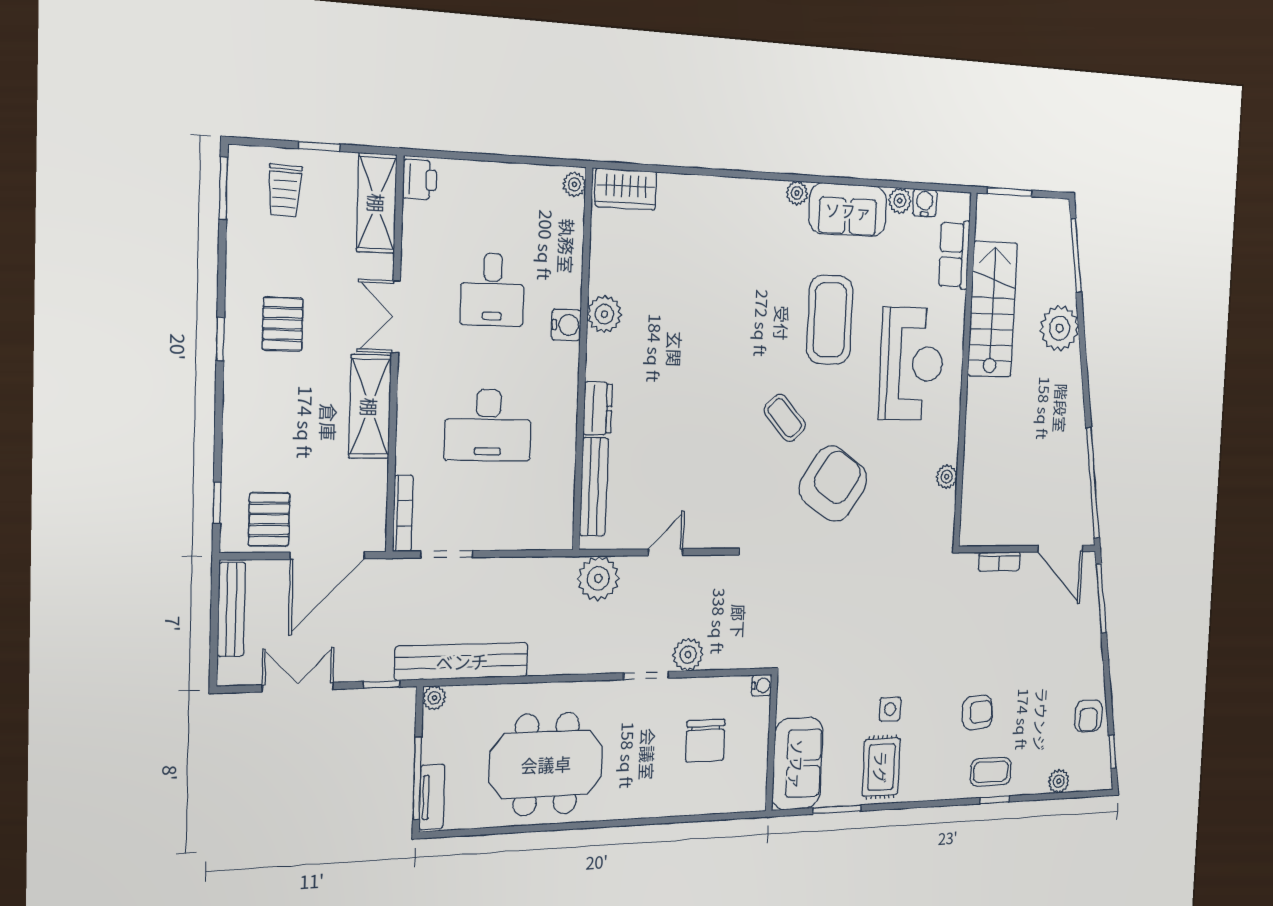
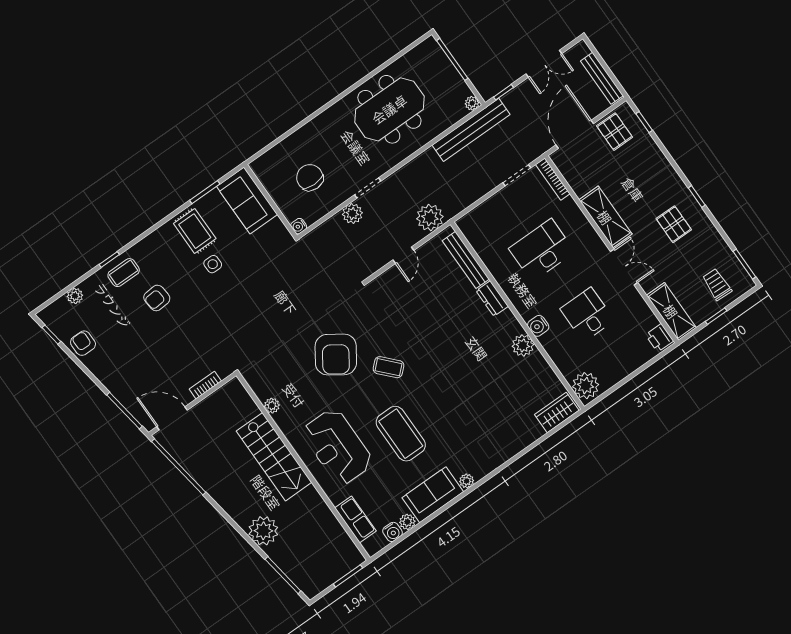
plant: (574, 184) -> (586, 386), width x1.87, depth x1.87
stairs: (992, 309) -> (274, 457), moved
tv unit: (432, 797) -> (438, 55), removed

